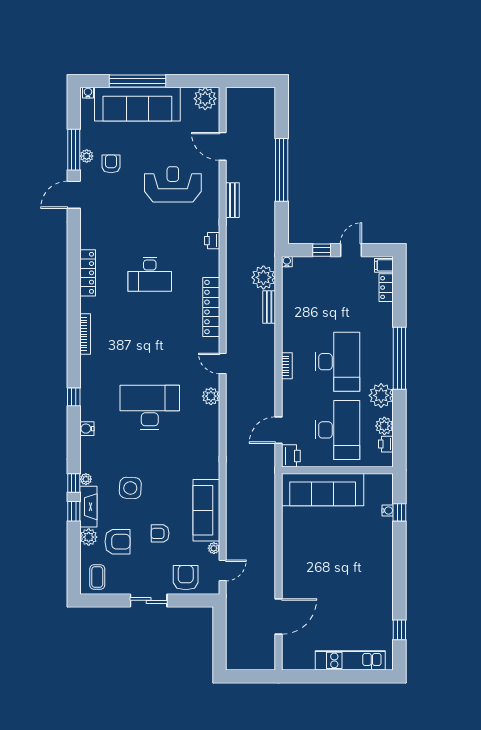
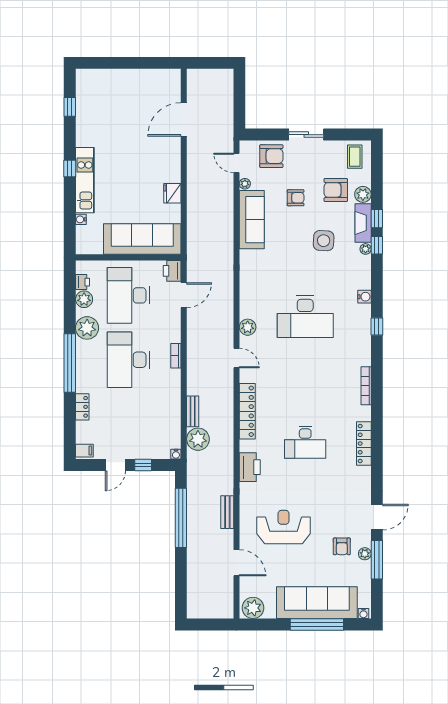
window: (282, 170) -> (181, 518), moved
reception desk: (173, 184) -> (283, 527), turned 180
printer: (212, 241) -> (250, 467), width x1.87, depth x1.48
desk: (150, 274) -> (305, 442), turned 180
locker: (386, 288) -> (82, 407), moved
window: (399, 512) -> (70, 168), moved
fridge: (291, 538) -> (172, 193), added
door: (223, 570) -> (236, 163), hinge flipped
armchair: (186, 578) -> (271, 156), turned -90
kitchen unit: (350, 660) -> (85, 180), moved, turned -90

